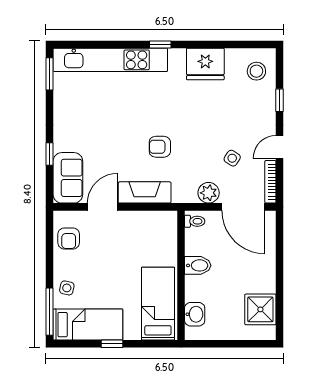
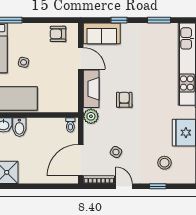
stool: (256, 71) -> (164, 163), moved
window: (50, 74) -> (159, 20), moved
plant: (209, 193) -> (91, 116), moved
bidet: (198, 265) -> (19, 127), moved
side table: (67, 288) -> (24, 62), moved

